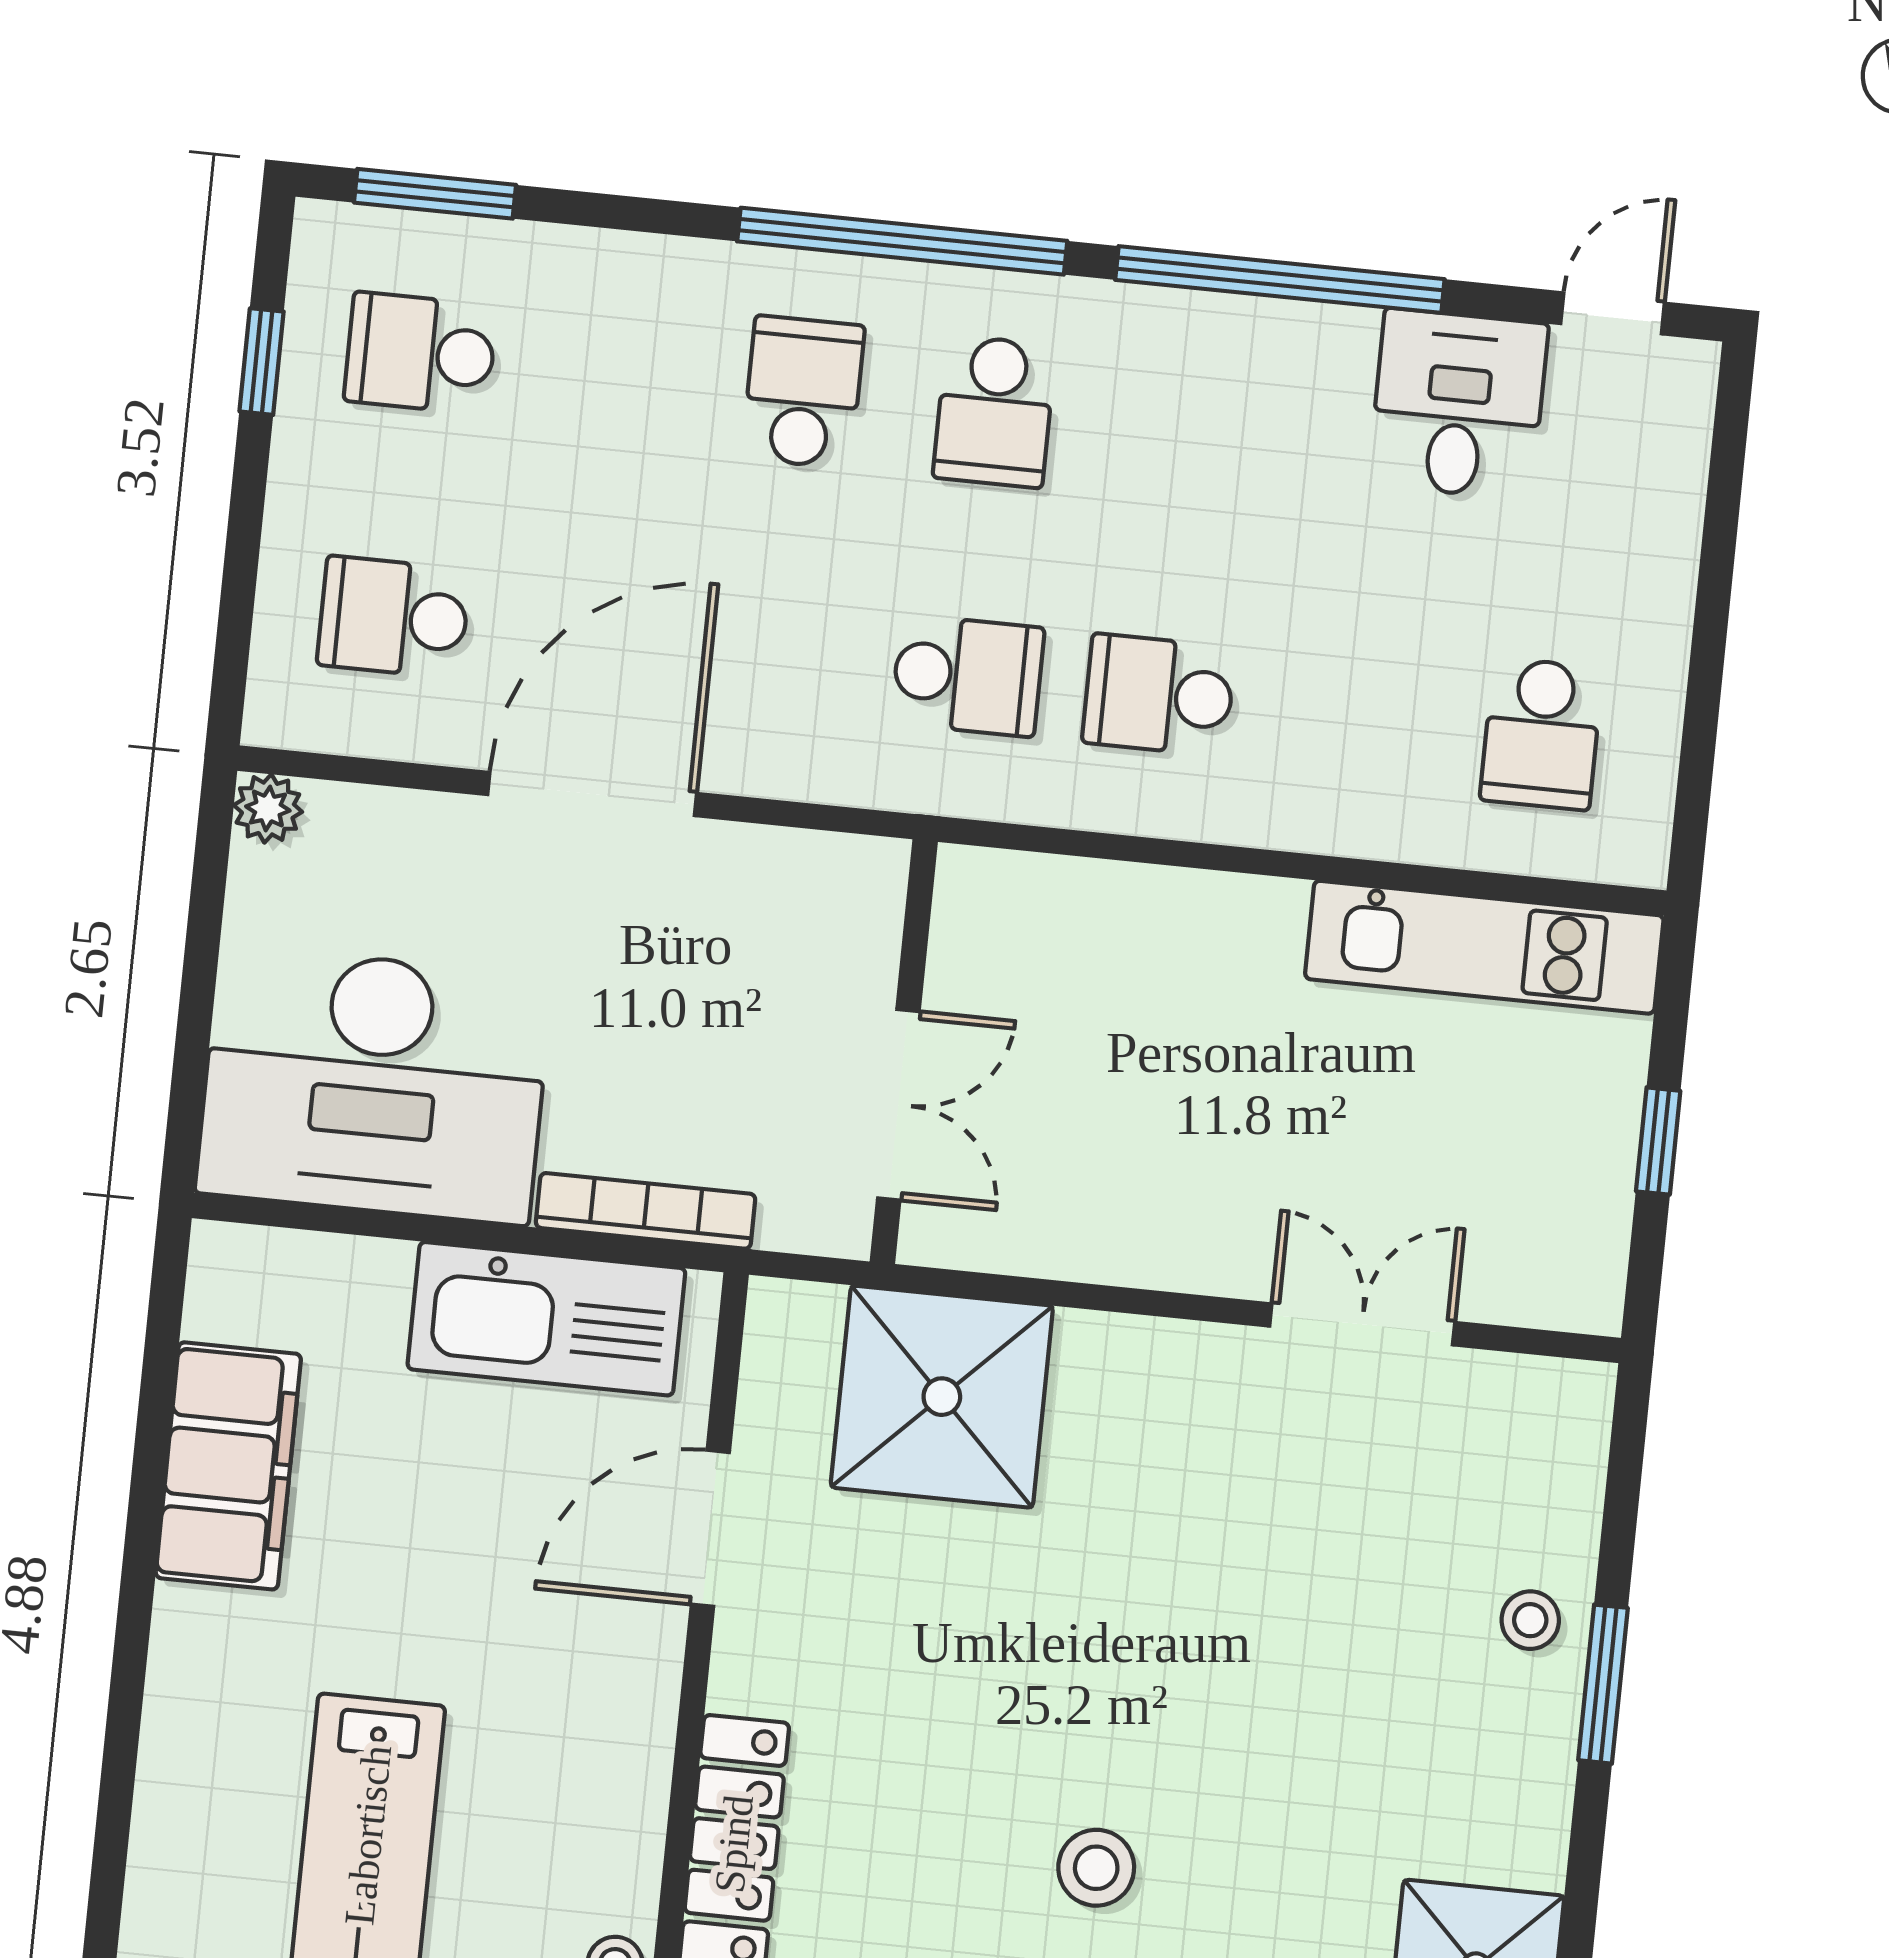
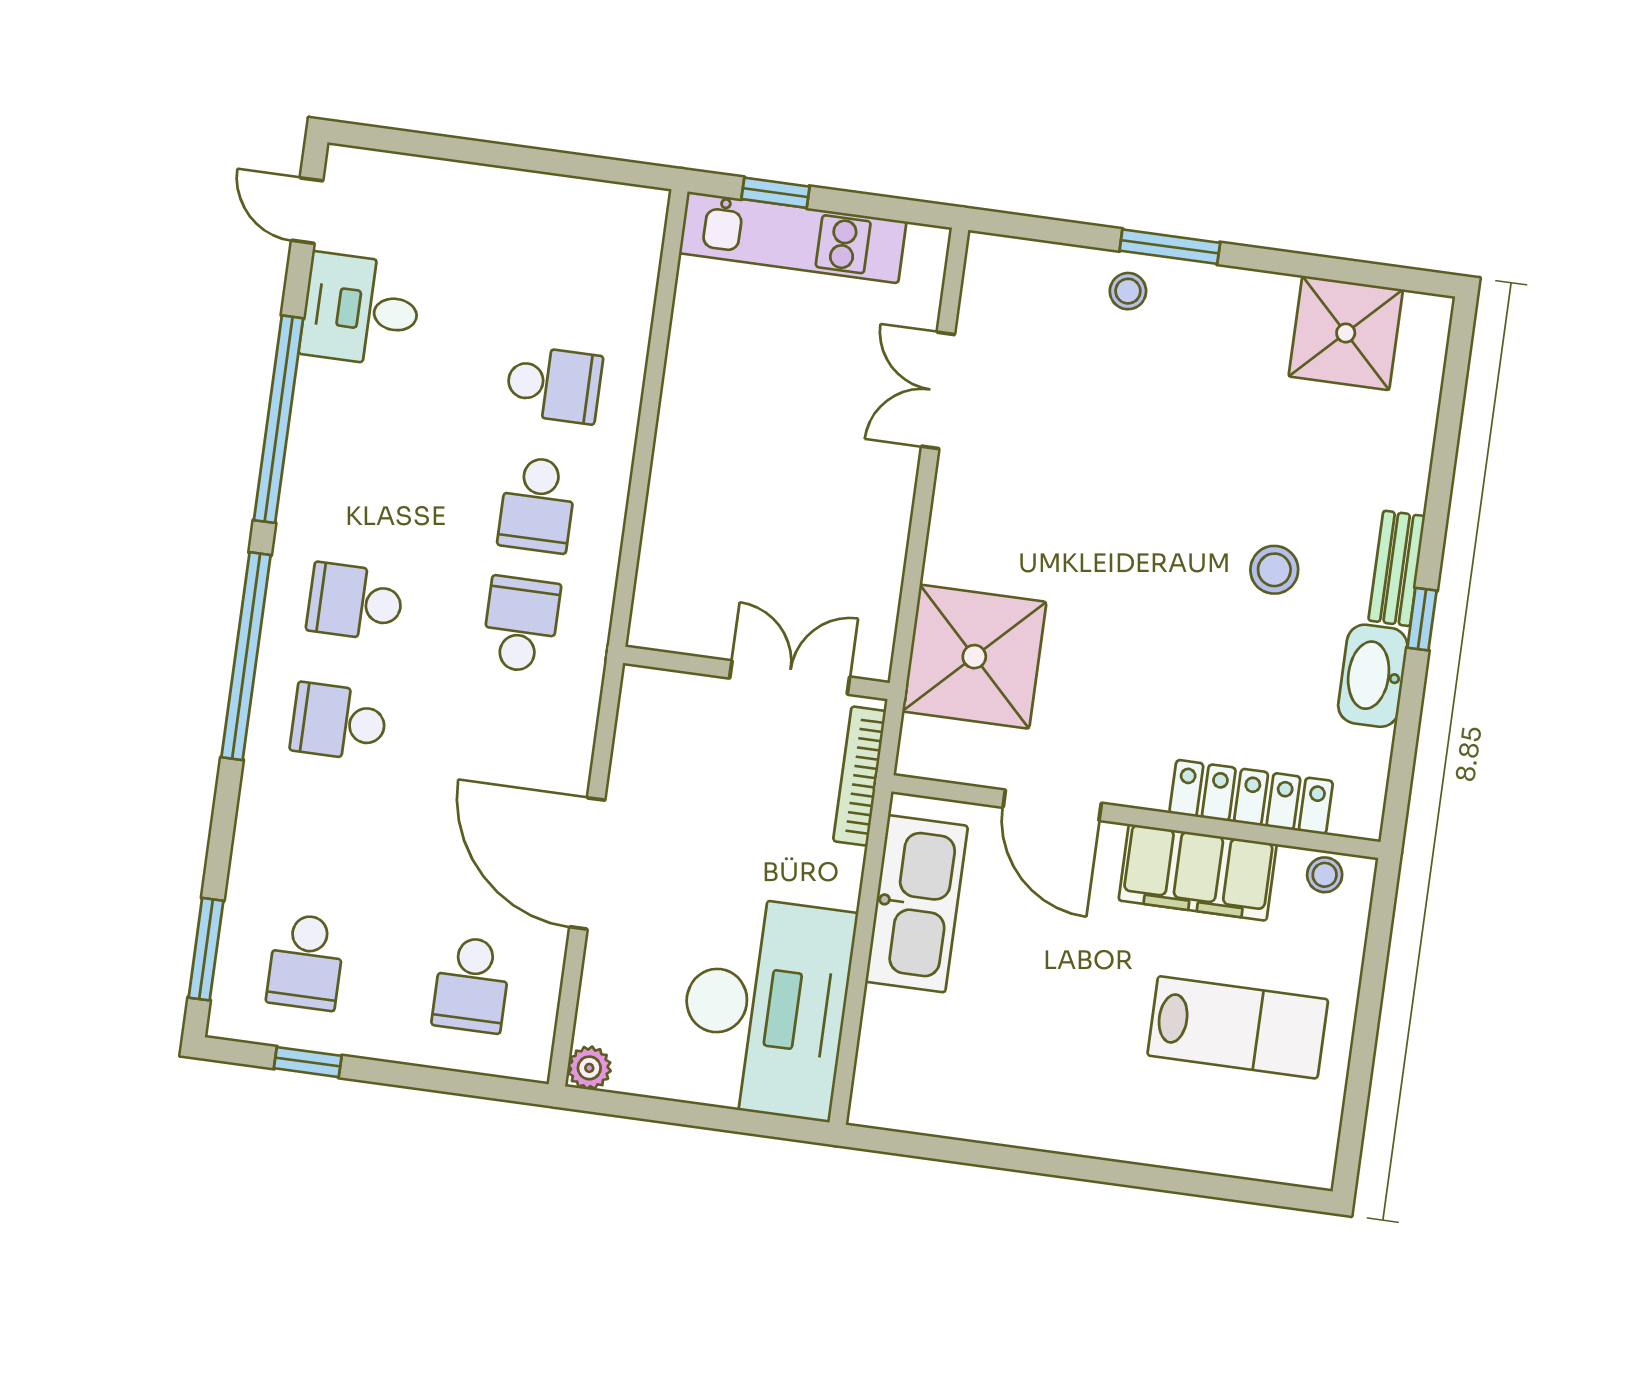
school desk: (994, 411) -> (355, 602), turned 180
school desk: (1541, 734) -> (554, 385), moved
kitchen unit: (1484, 947) -> (793, 237), moved, turned 90
window: (1658, 1141) -> (776, 193), moved
bookcase: (646, 1211) -> (860, 776), moved
filing cabinet: (228, 1466) -> (1198, 872), moved, turned 180

